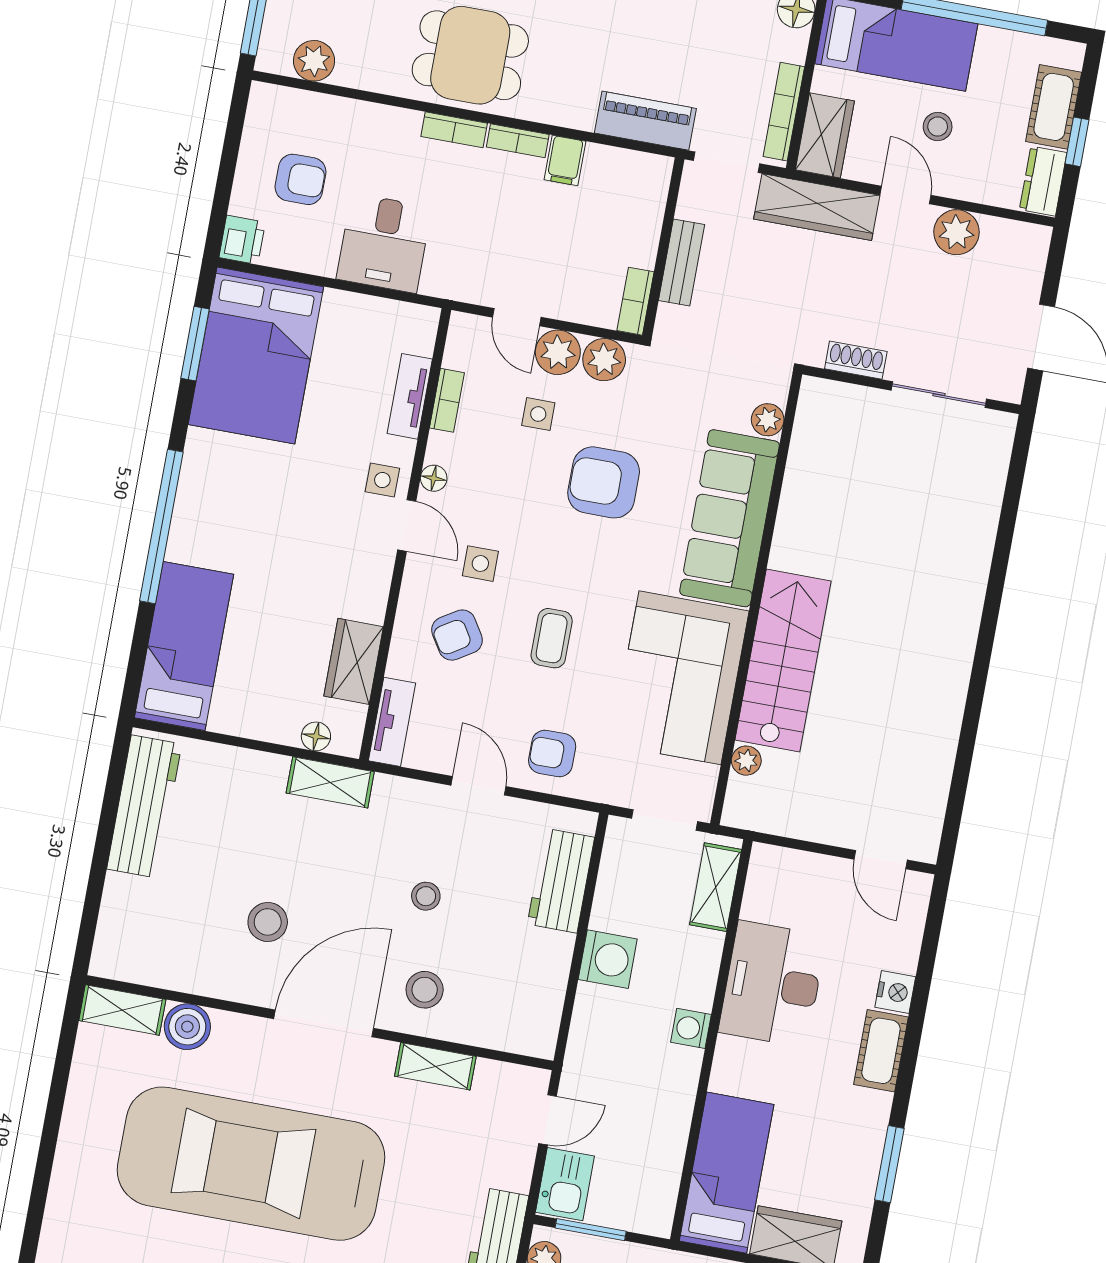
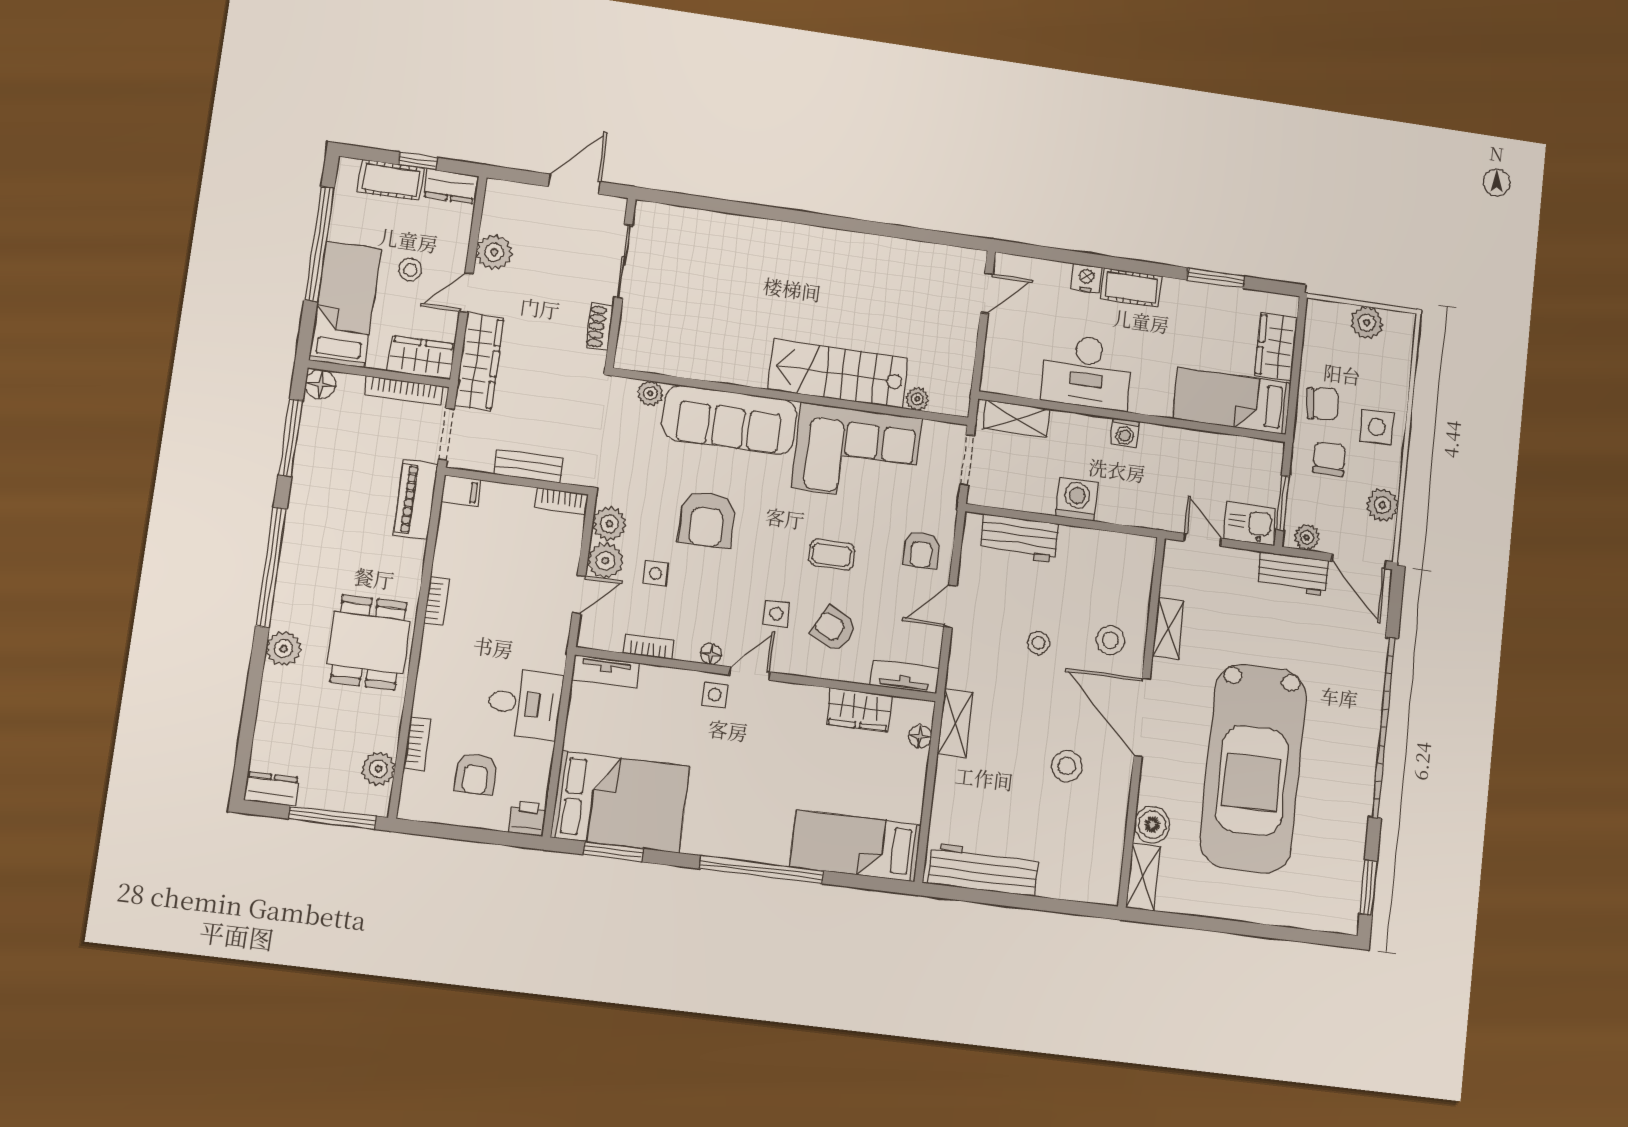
bookcase: (454, 130) -> (417, 744), moved
filing cabinet: (565, 160) -> (461, 491), moved
armchair: (301, 179) -> (476, 774), turned 180
tv unit: (410, 396) -> (606, 671), moved
armchair: (457, 635) -> (834, 629), turned 150

